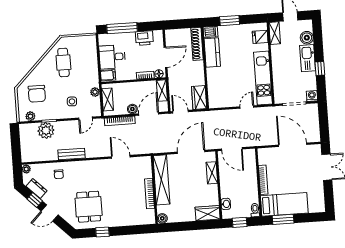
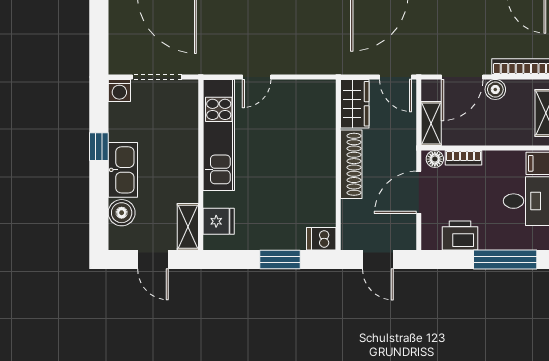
door: (183, 24) -> (378, 260), added
shoe rack: (197, 44) -> (351, 164), moved
kitchen counter: (212, 53) -> (321, 195), removed

